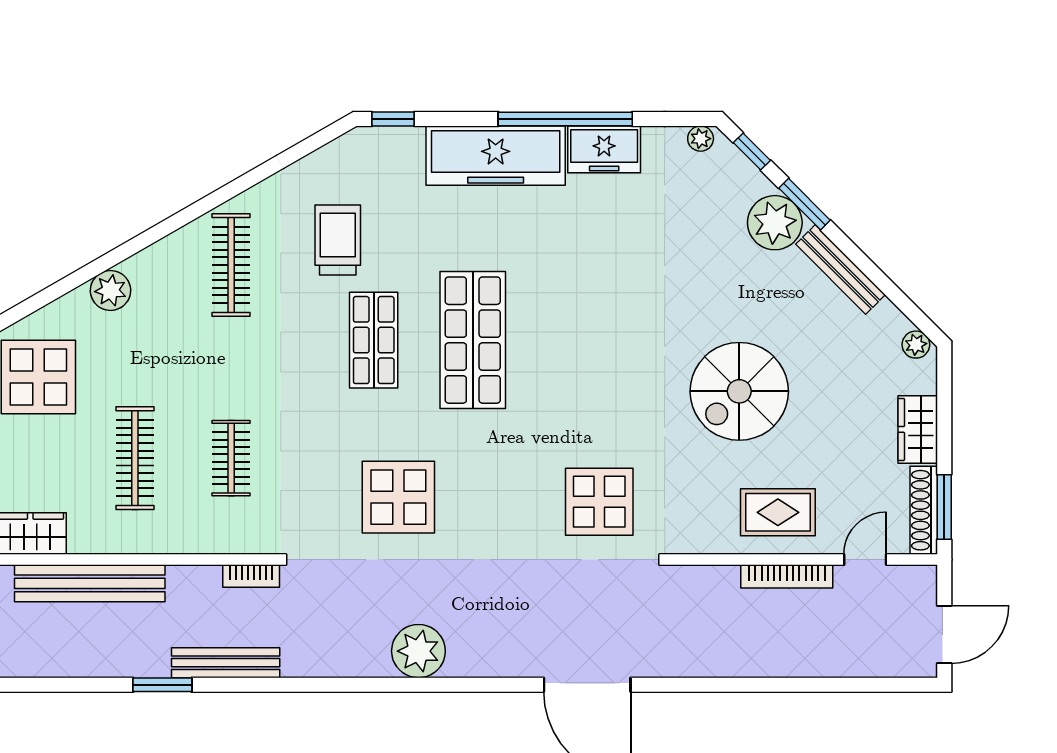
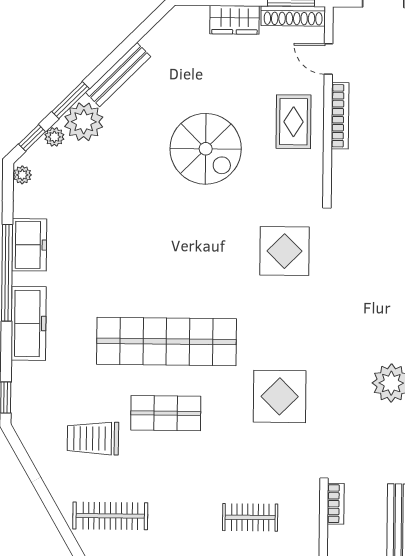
freezer: (496, 156) -> (29, 323), width x0.73, depth x0.79
shop shelf: (473, 340) -> (166, 341), width x1.40
plant: (916, 345) -> (54, 137), moved

